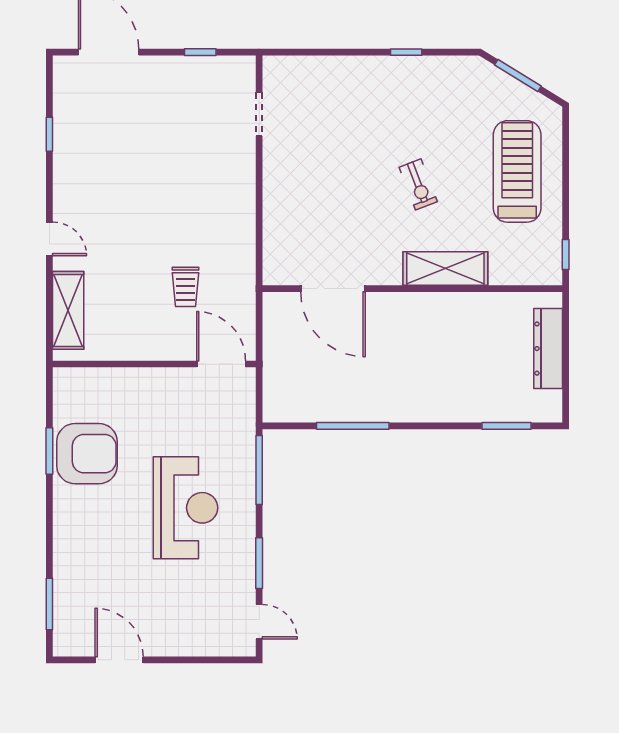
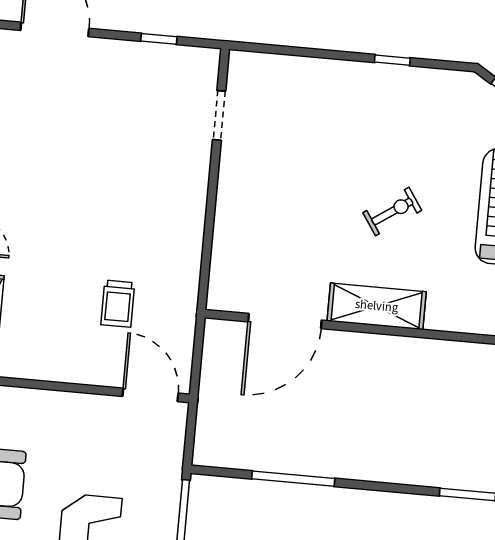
exercise bike: (418, 184) -> (392, 211), turned -103
shelving: (445, 269) -> (377, 306), moved
door: (333, 289) -> (285, 321), hinge flipped

